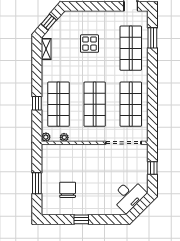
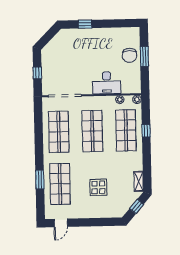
window: (152, 38) -> (40, 179), moved
chair: (68, 190) -> (130, 55), moved
desk: (129, 195) -> (107, 83), moved, turned -135
window: (81, 219) -> (85, 24), moved

